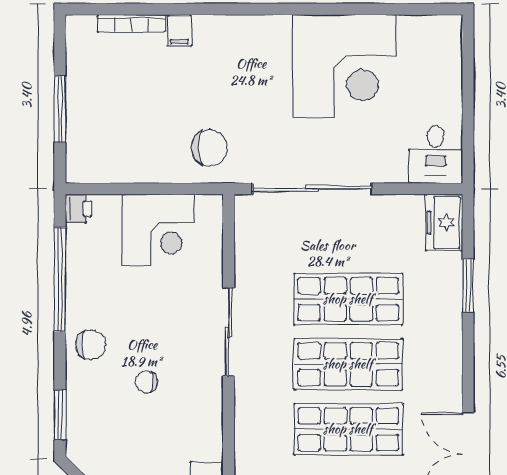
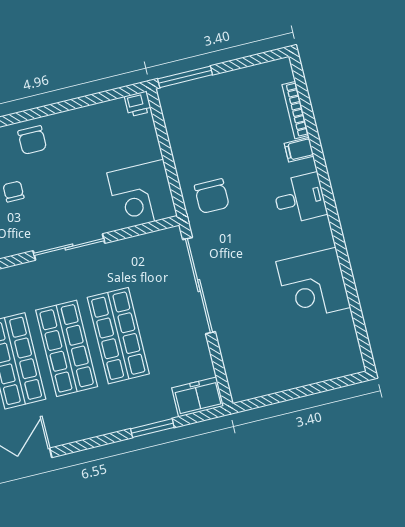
corner desk: (344, 66) -> (313, 285), width x0.74, depth x0.74
window: (60, 109) -> (185, 77), moved
desk: (436, 154) -> (300, 198), moved, turned 180
corner desk: (158, 230) -> (142, 194), moved
window: (60, 279) -> (78, 103), removed

